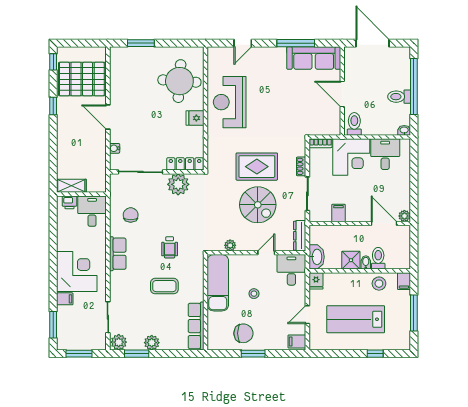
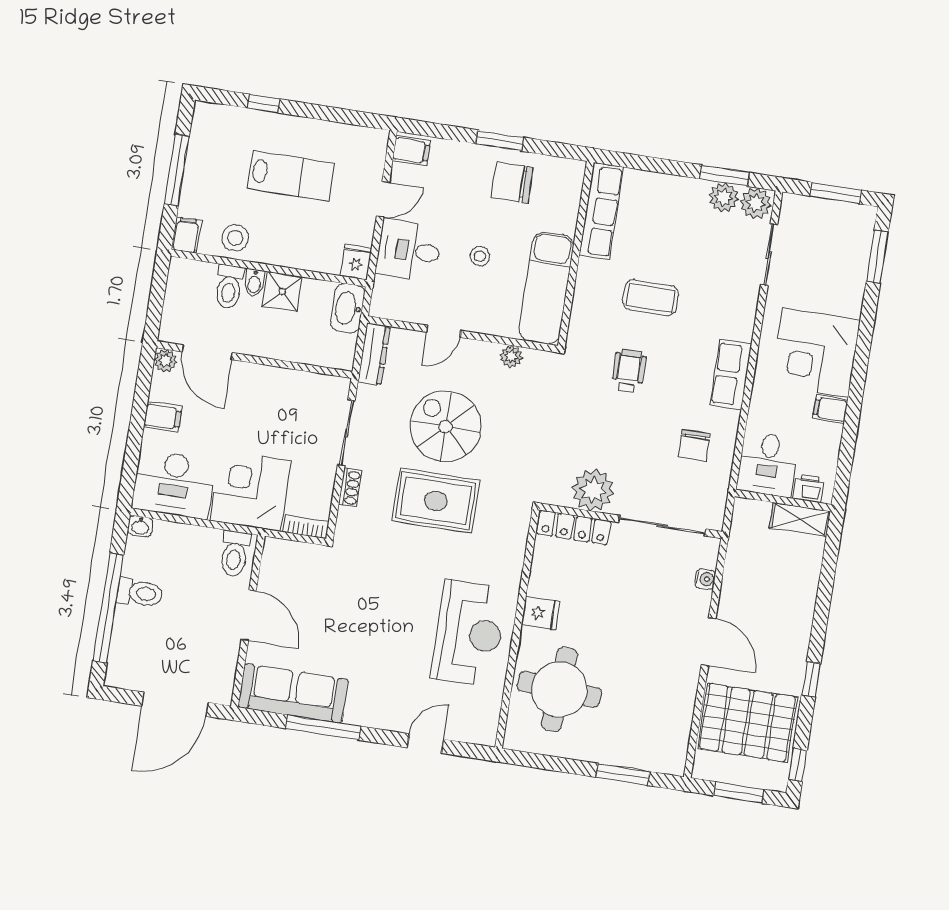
window: (81, 43) -> (739, 793), added
door: (372, 43) -> (175, 704), hinge flipped
desk: (385, 154) -> (174, 484), width x1.37
filing cabinet: (339, 213) -> (163, 417), moved, turned -90
desk: (291, 270) -> (409, 250), moved, turned 90
filing cabinet: (65, 299) -> (830, 409), moved
lab bench: (356, 319) -> (291, 176), width x0.73, depth x0.72
plant: (152, 343) -> (724, 197), moved

